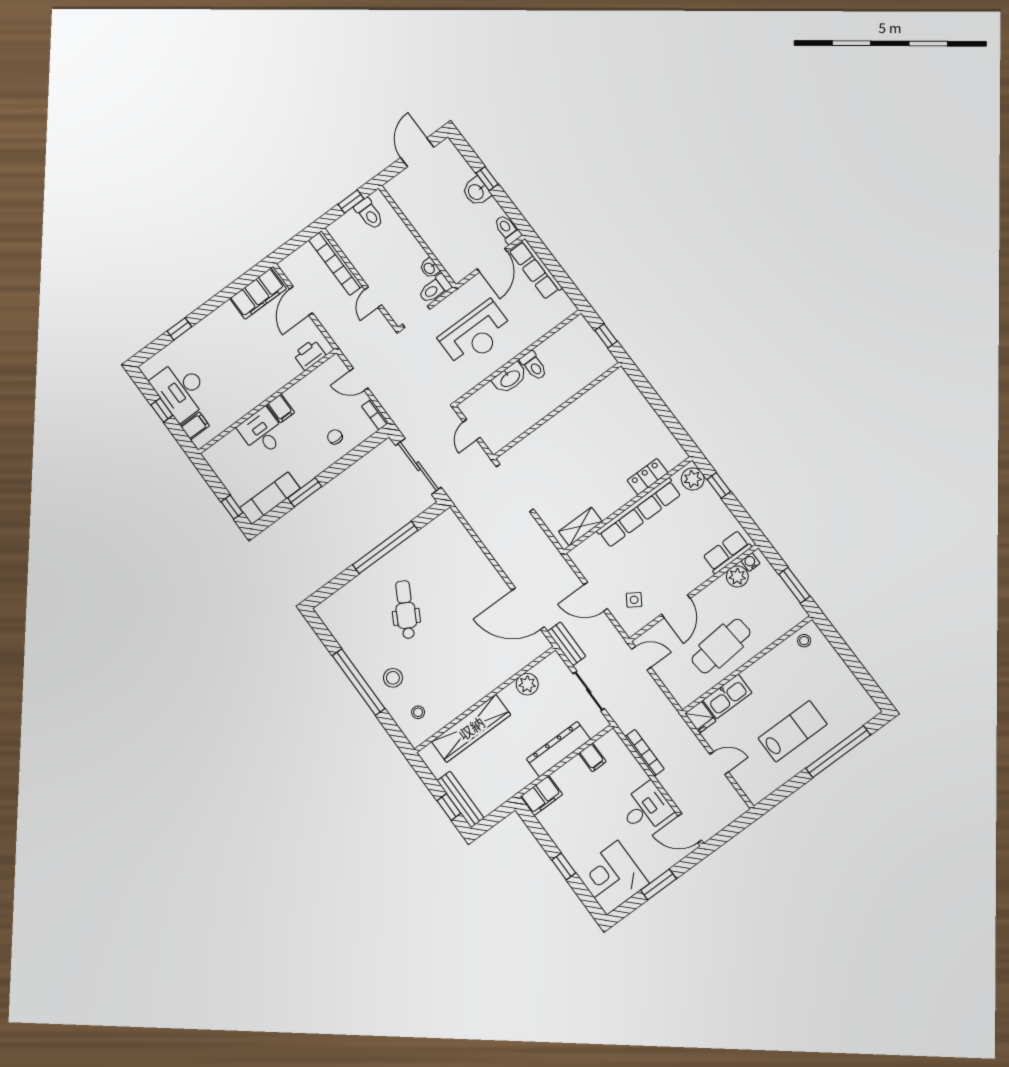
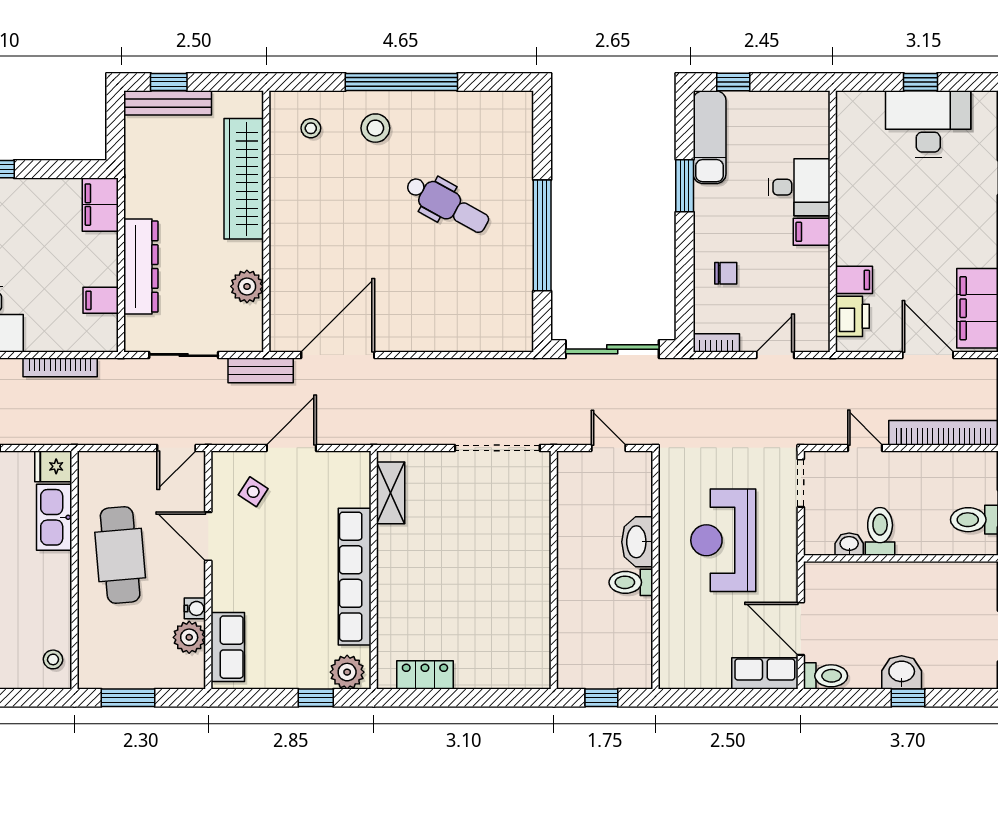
row of seats: (536, 269) -> (765, 673), width x0.68
toilet: (435, 289) -> (880, 531), moved
filing cabinet: (195, 426) -> (854, 280), moved, turned -90
locker: (647, 477) -> (425, 675), moved, turned -90
water cooler: (750, 562) -> (195, 608), moved

